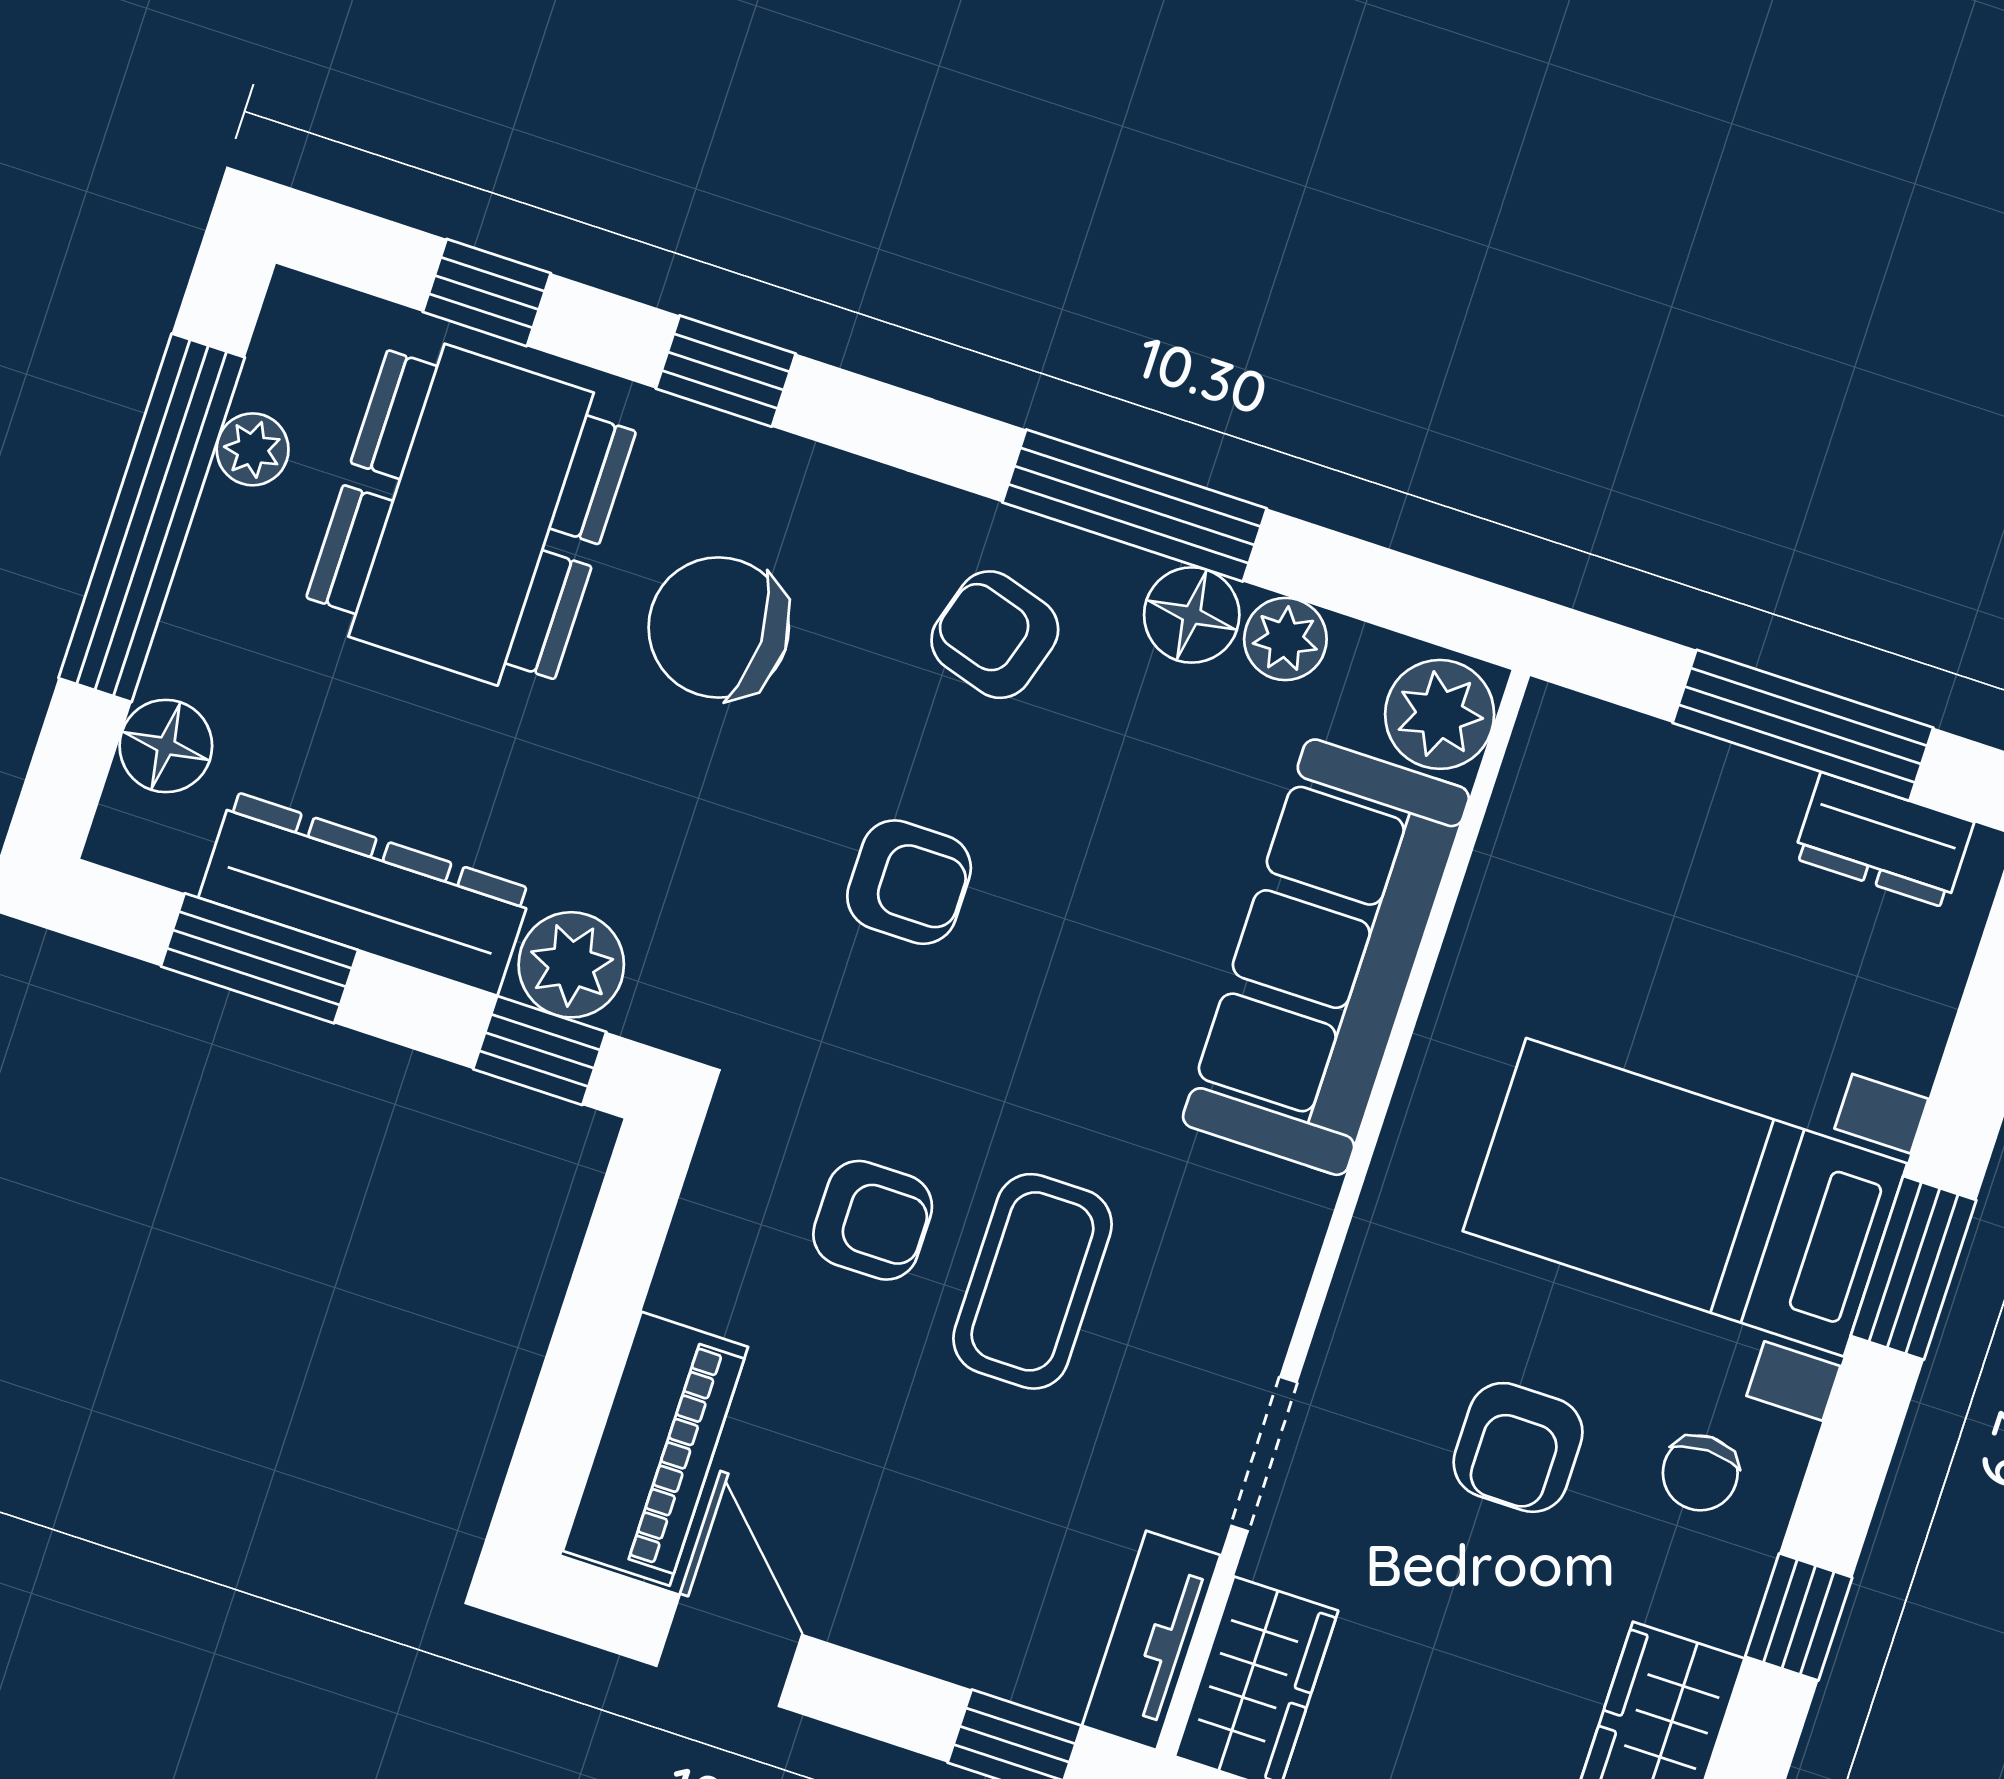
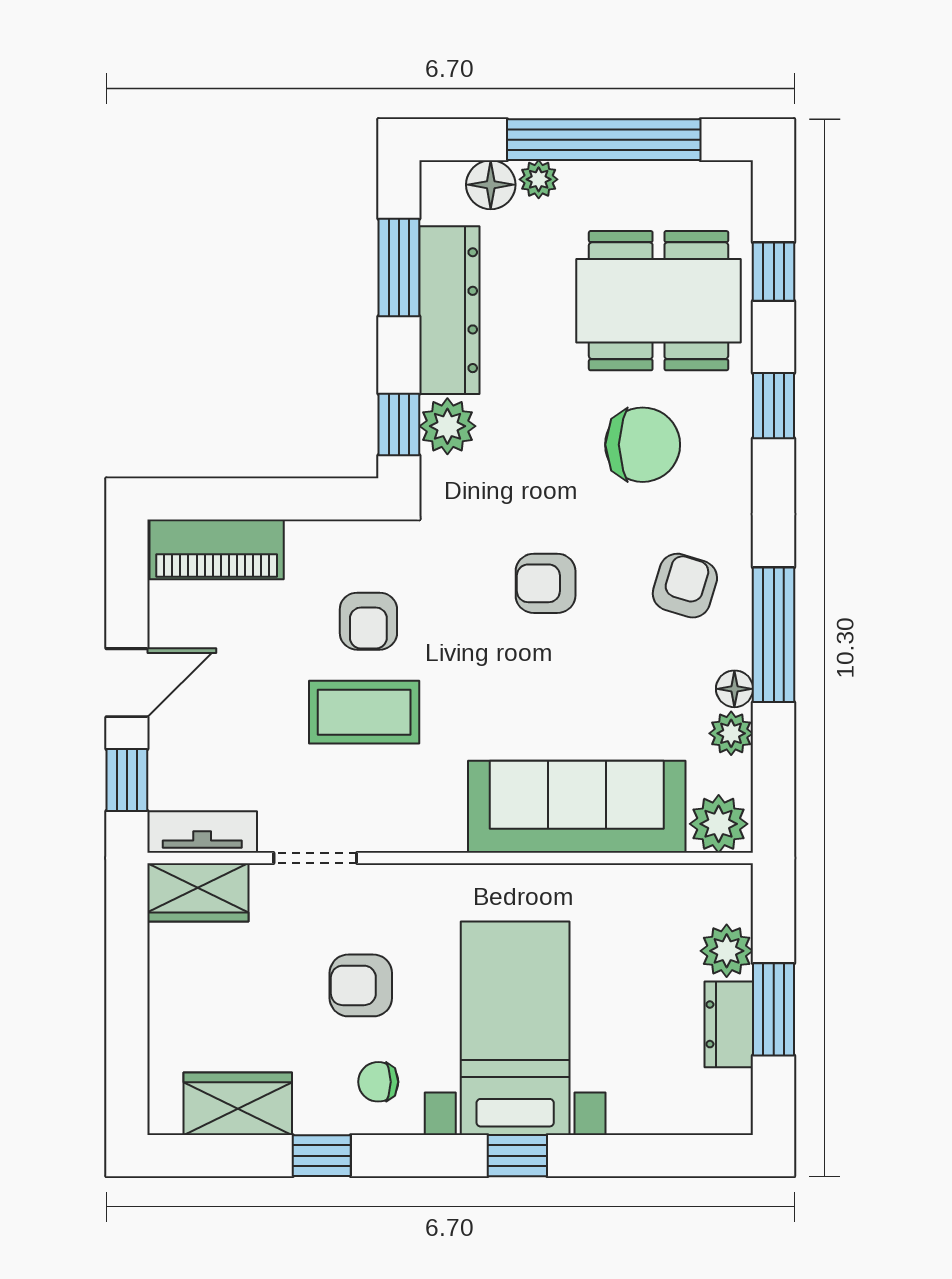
plant: (253, 449) -> (539, 179), moved
floor lamp: (1192, 615) -> (734, 689), width x0.73, depth x0.73
chair: (719, 628) -> (643, 445), turned 90
window: (1803, 725) -> (774, 1009), width x0.69
plant: (1671, 774) -> (727, 951), added
dresser: (1883, 840) -> (729, 1024), moved
armchair: (909, 882) -> (546, 583), turned 90
window: (1913, 1268) -> (517, 1156), width x0.67
door: (729, 1650) -> (127, 683), moved

